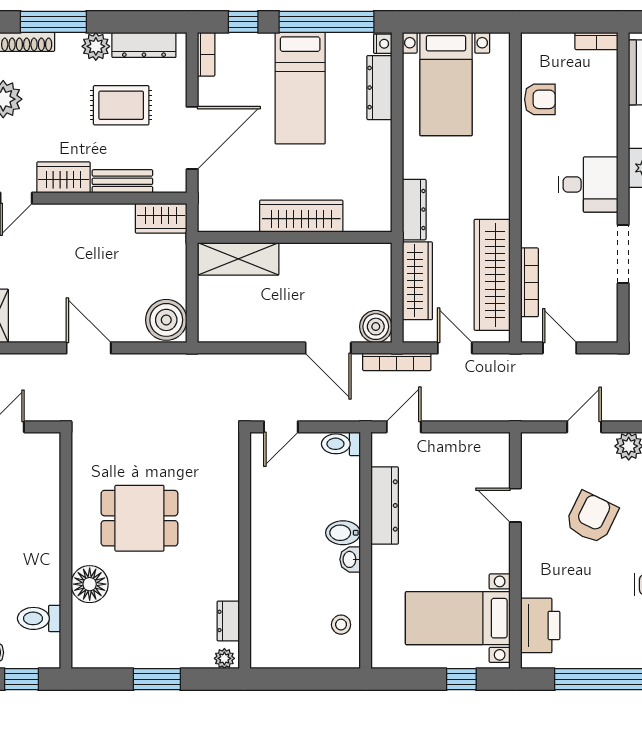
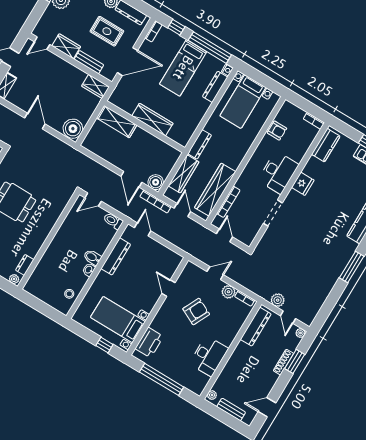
desk: (588, 184) -> (278, 172), width x1.37
door: (404, 427) -> (143, 229), hinge flipped

